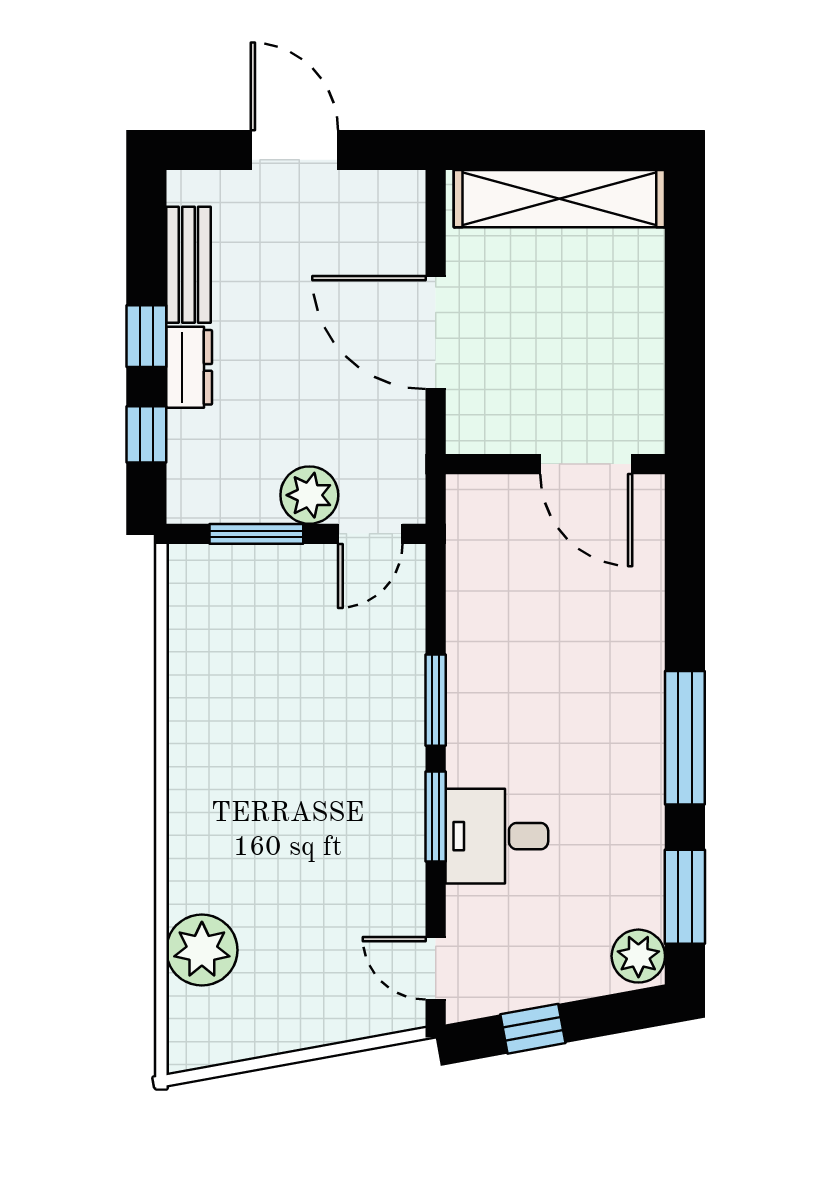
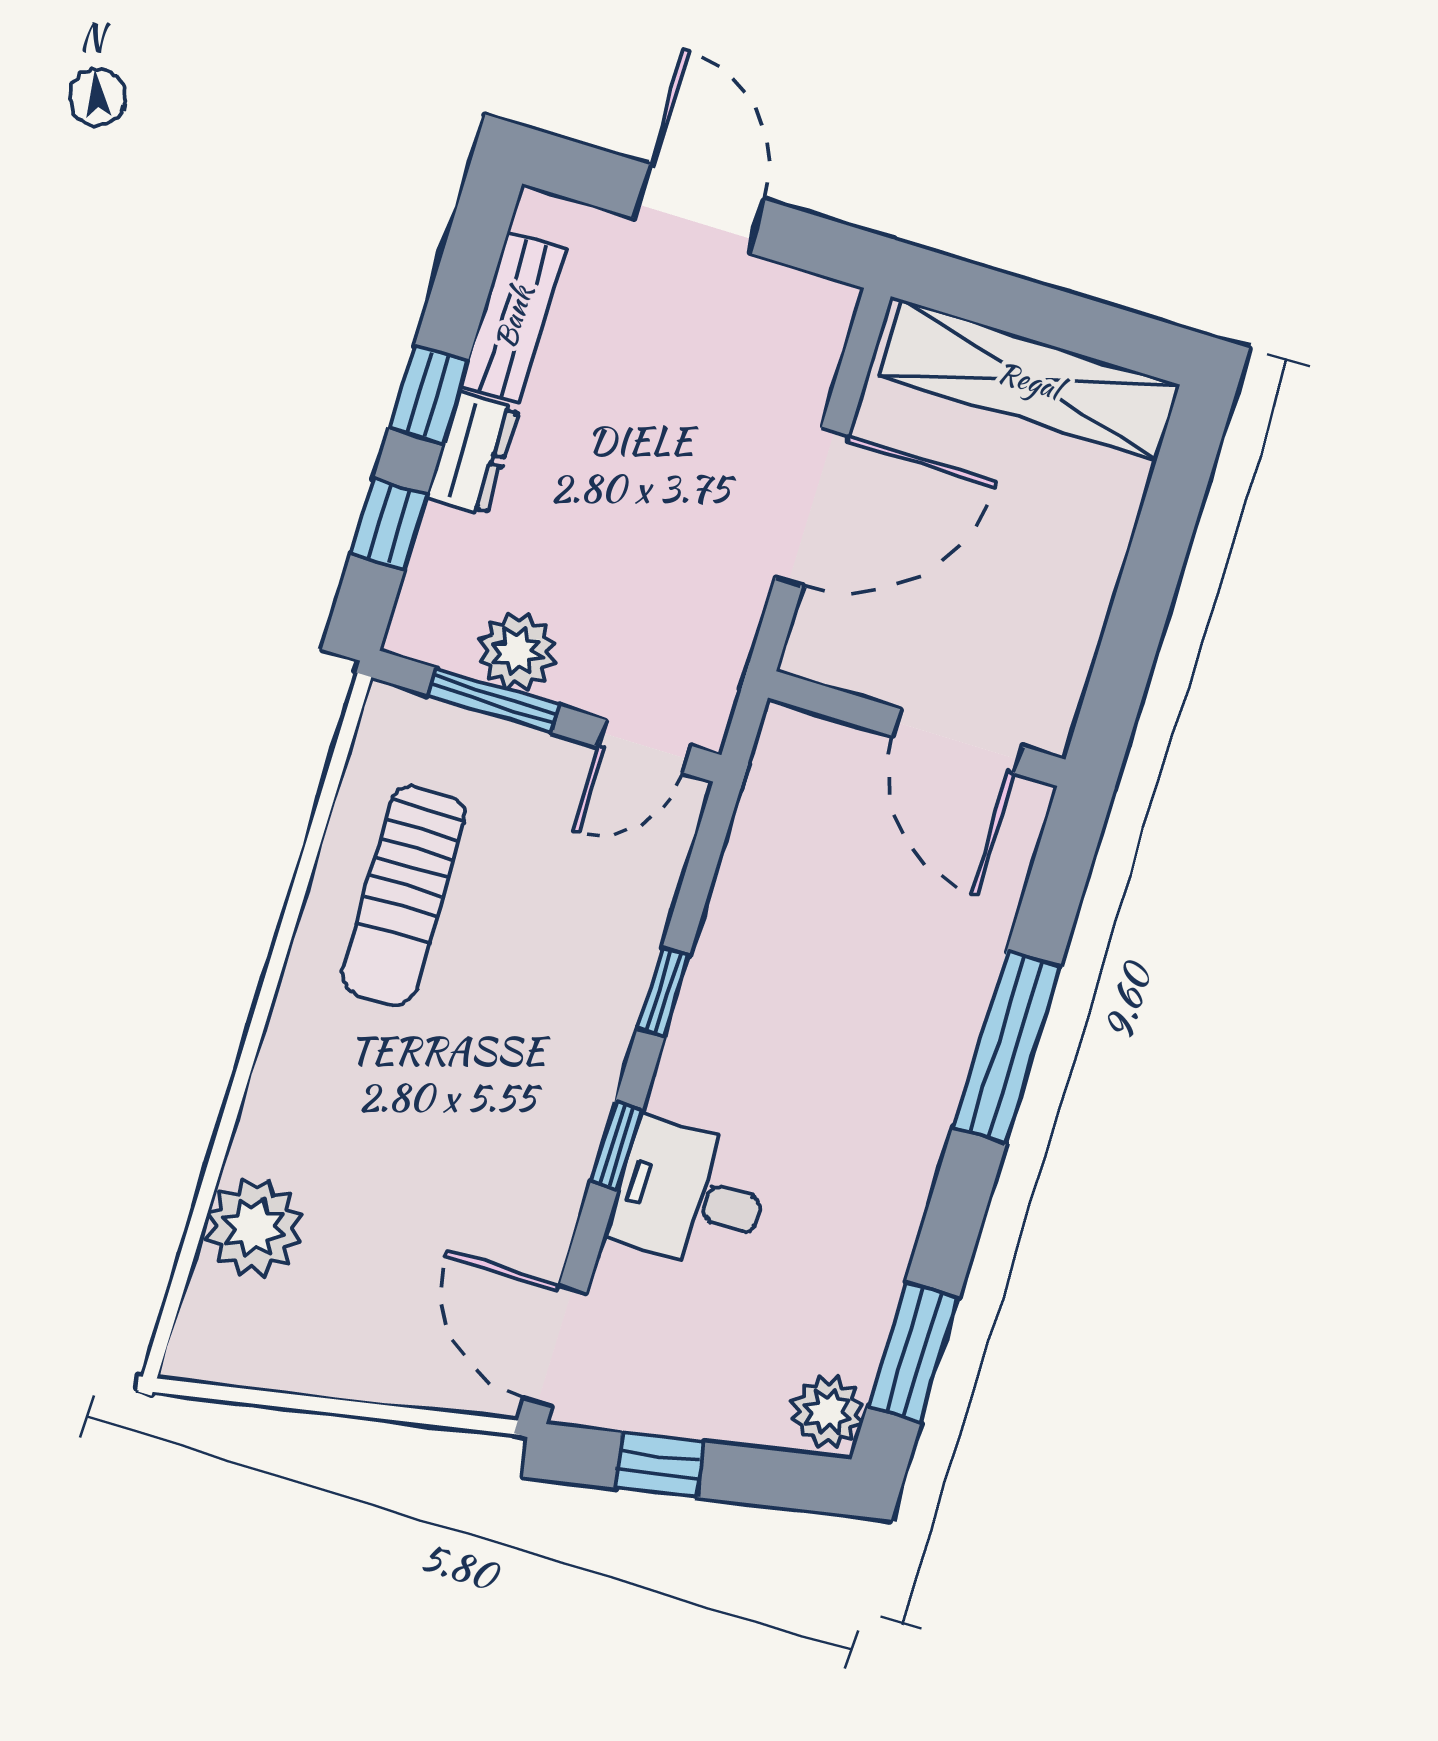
door: (436, 333) -> (812, 507), swing flipped
plant: (309, 495) -> (517, 651), moved
sun lounger: (235, 688) -> (404, 895), added
window: (436, 700) -> (663, 992), width x0.67
window: (685, 738) -> (1007, 1046), moved
window: (436, 816) -> (617, 1146), width x0.67
door: (436, 968) -> (555, 1346), width x1.38

